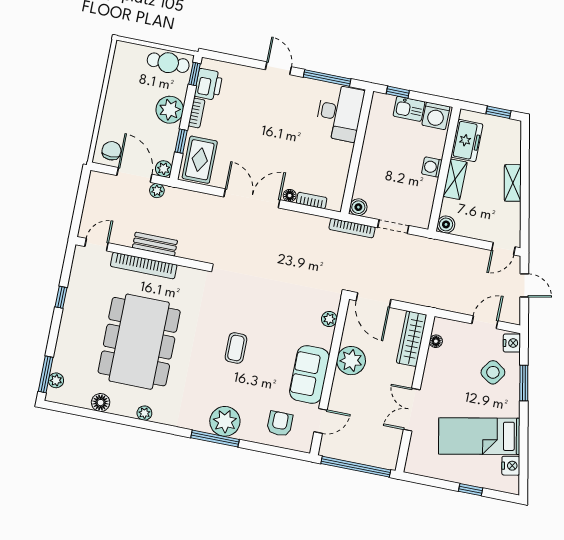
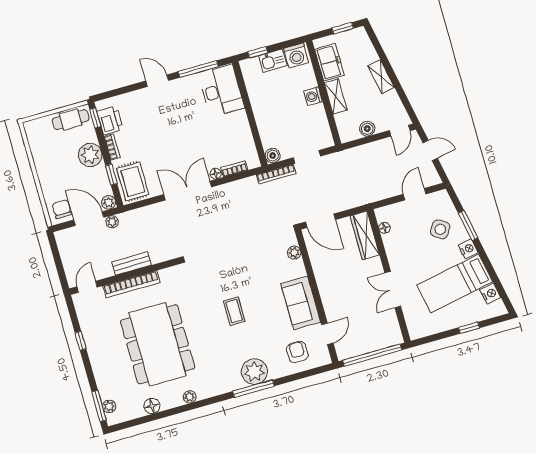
boiler: (446, 224) -> (367, 129), moved
nightstand: (512, 343) -> (468, 249), moved
plant: (351, 361) -> (327, 276), removed

